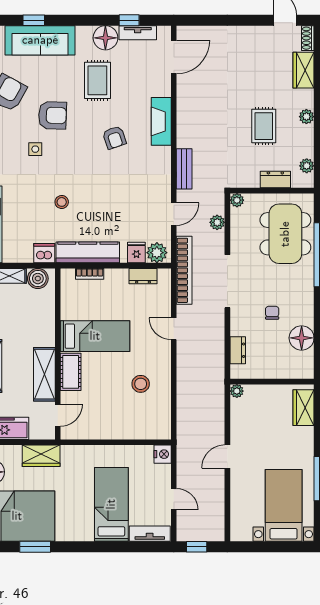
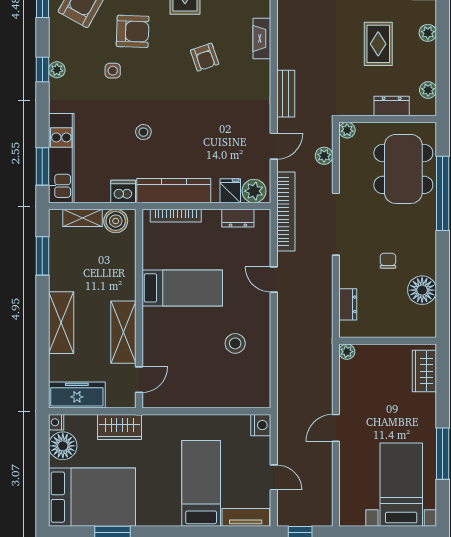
fireplace: (161, 121) -> (262, 38), width x0.73, depth x0.76
bookcase: (90, 274) -> (176, 216), width x1.56
cot: (71, 372) -> (154, 329), removed

